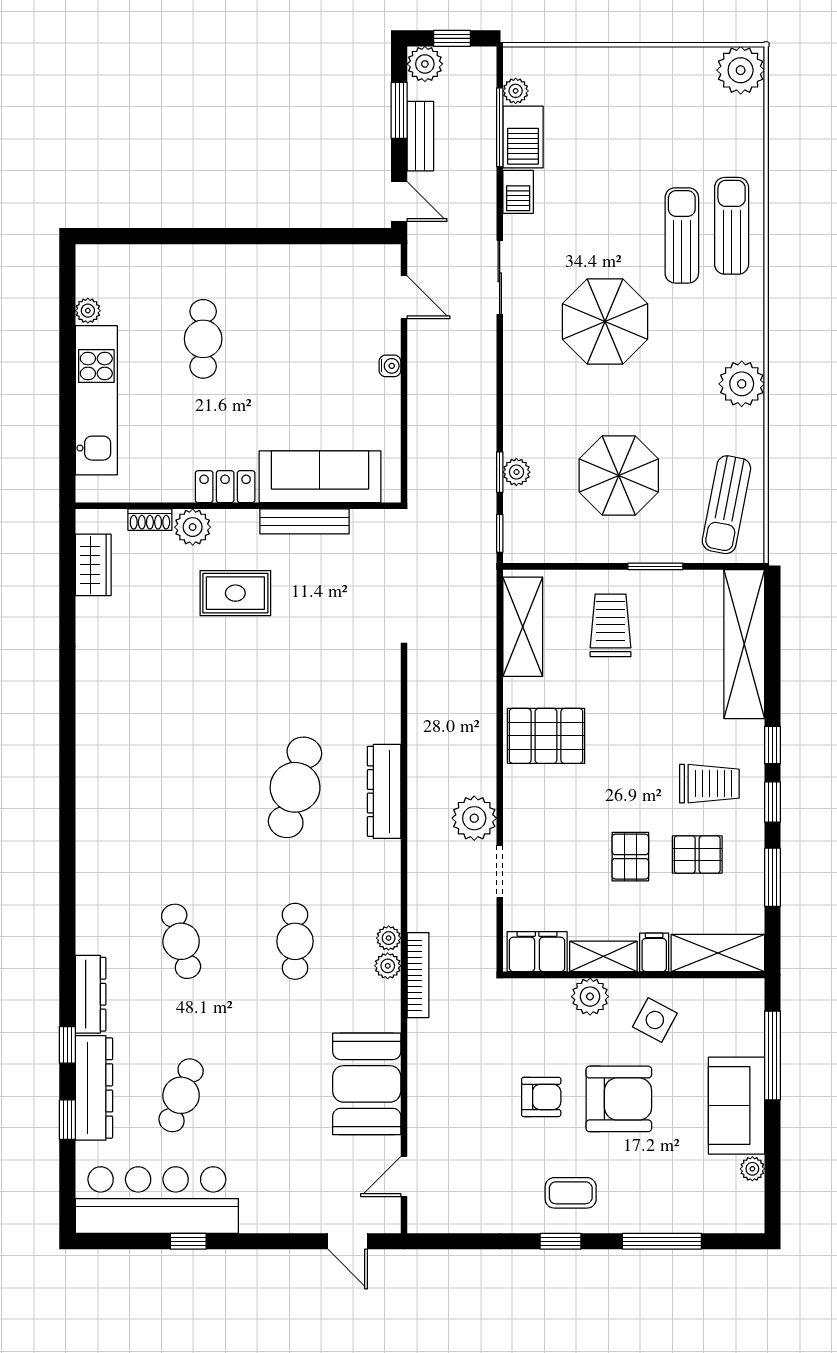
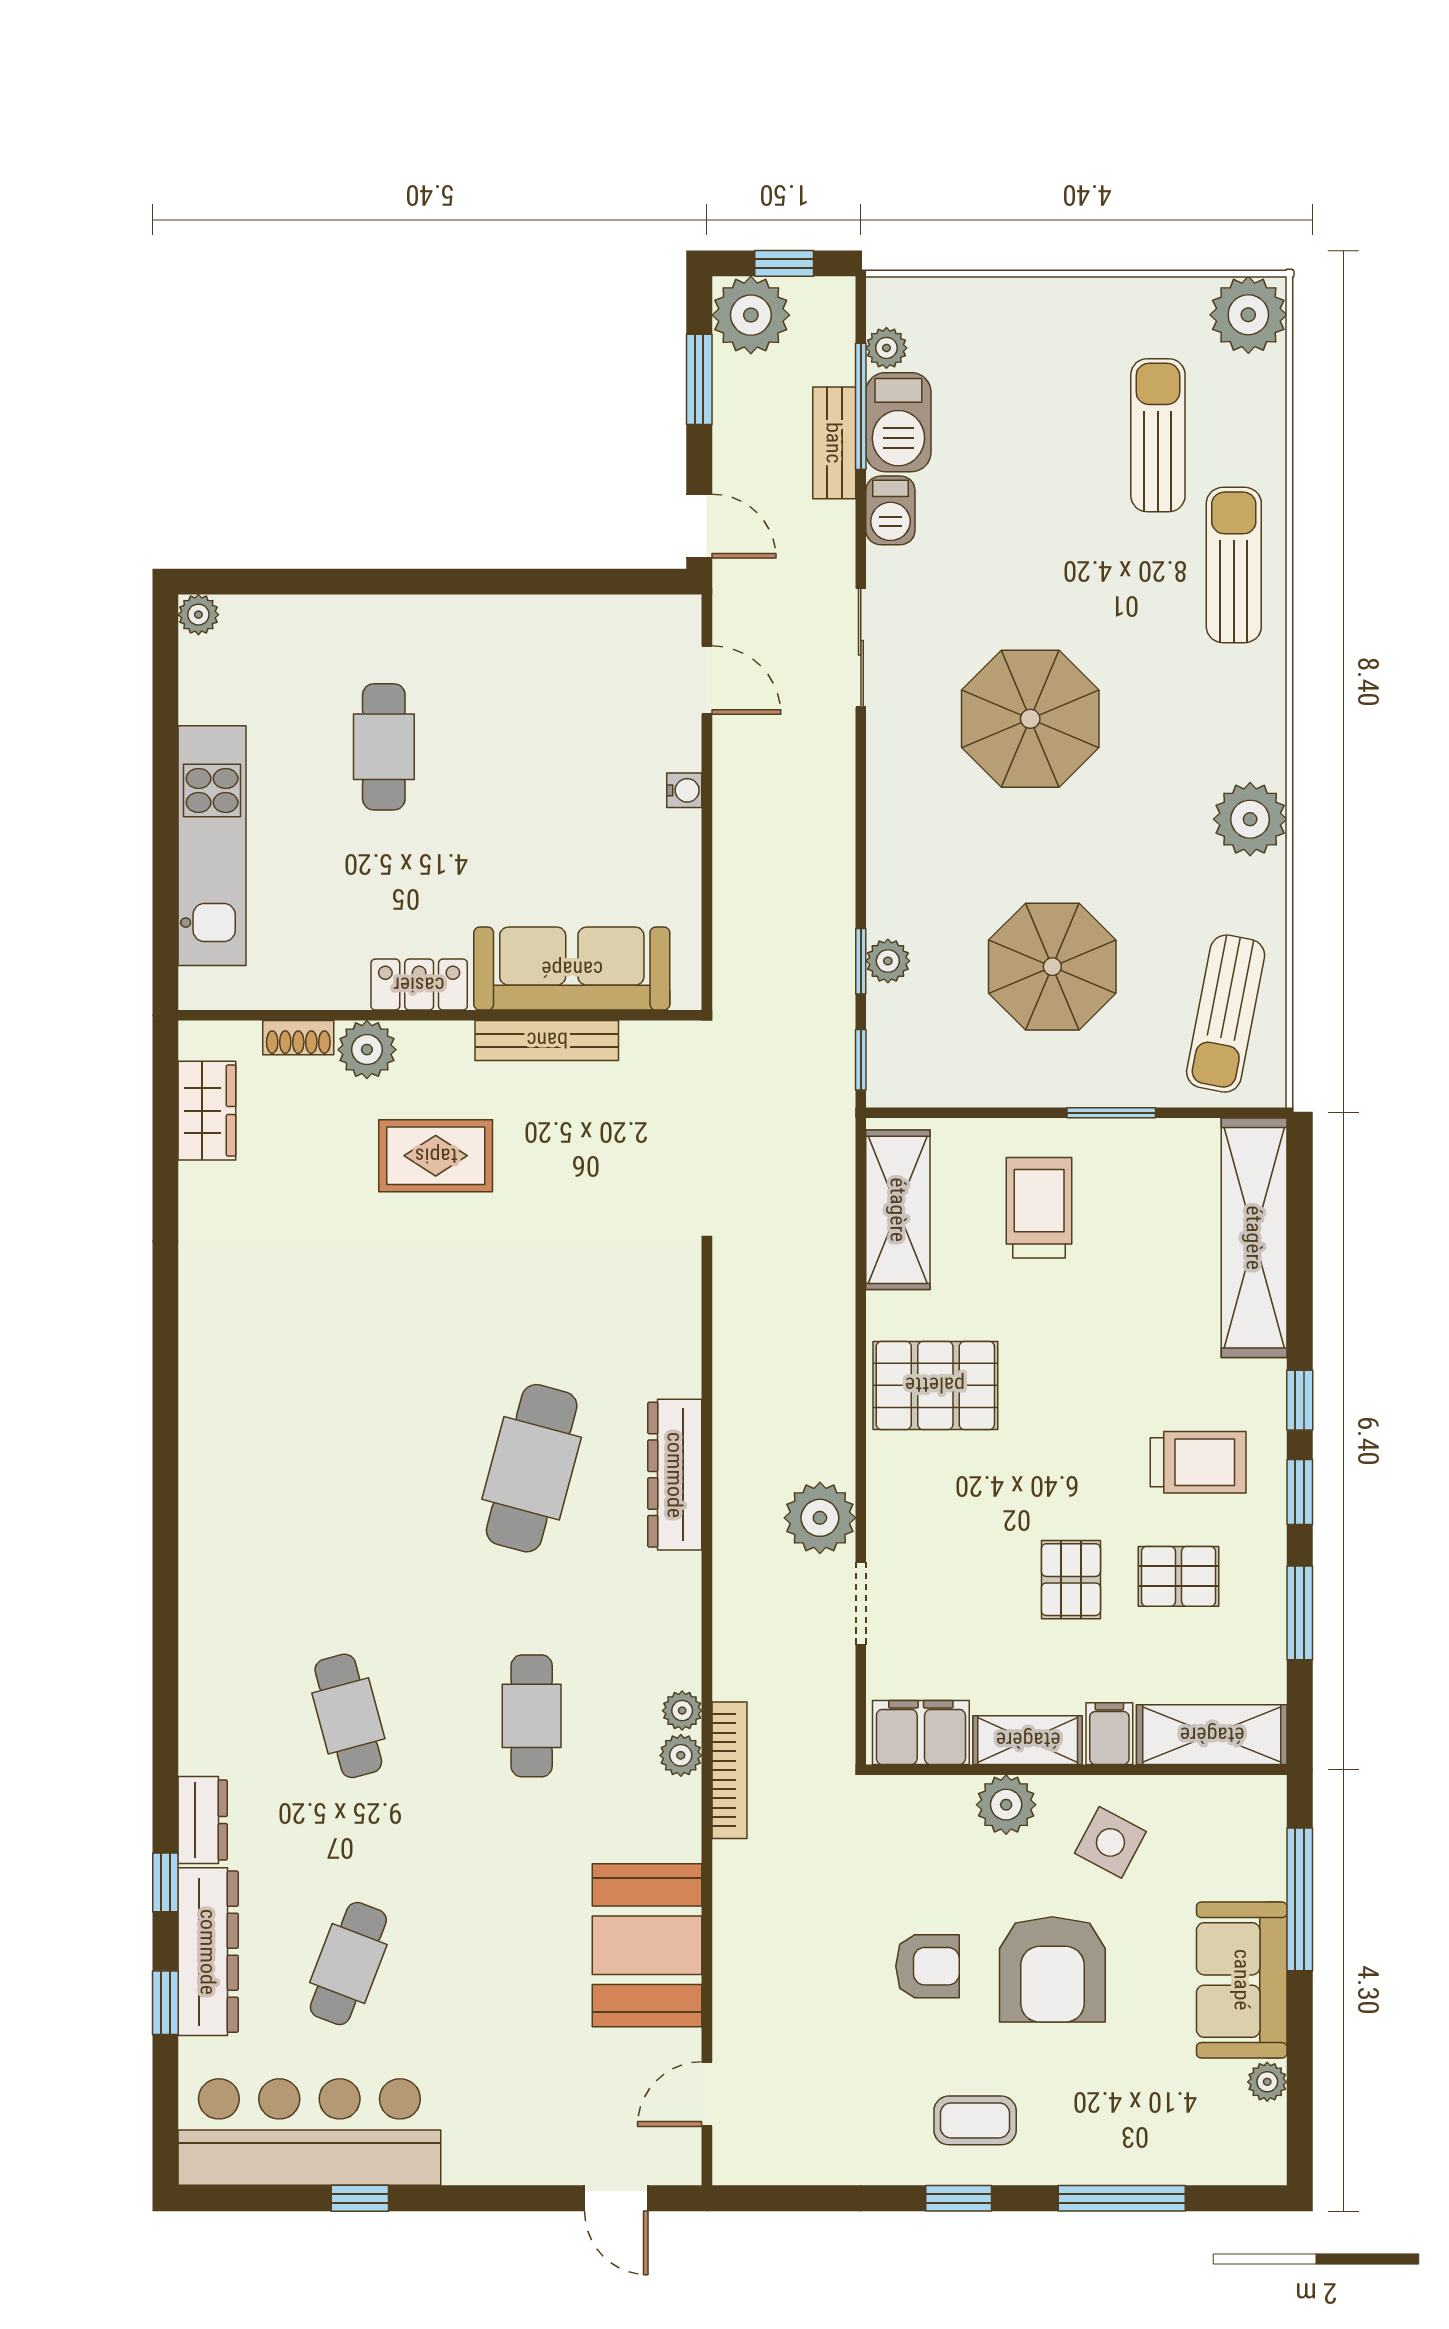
plant: (425, 64) -> (751, 315), width x1.36, depth x1.36
bench: (420, 136) -> (834, 443), moved
sun lounger: (682, 235) -> (1158, 435), moved
plant: (88, 311) -> (198, 615), moved
dresser: (91, 994) -> (203, 1820), width x0.70
armchair: (619, 1099) -> (1052, 1969), turned 90

